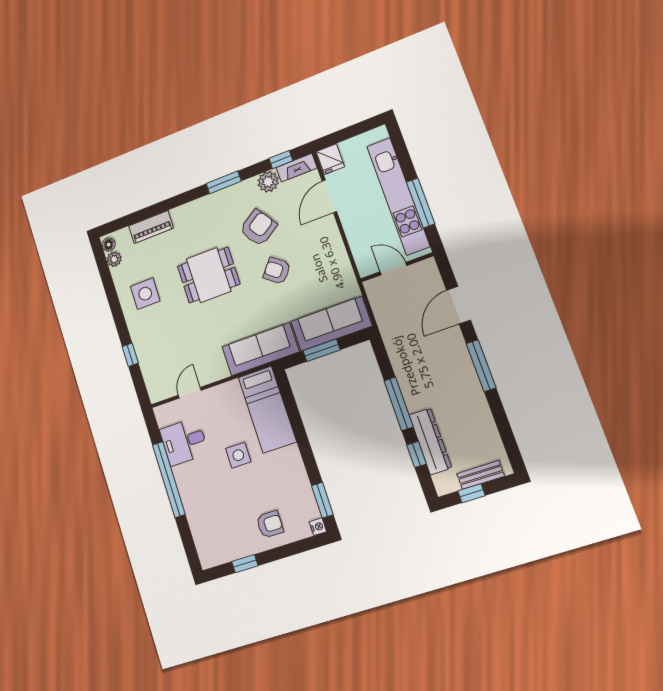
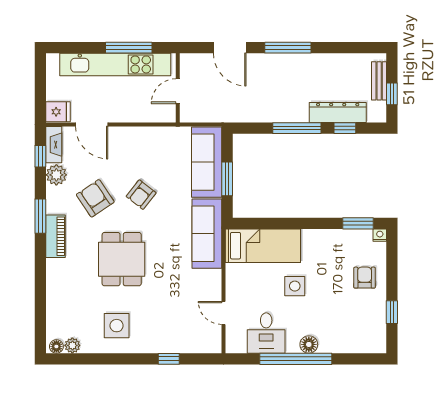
piano: (151, 227) -> (55, 236), moved
floor lamp: (186, 488) -> (309, 344), added

